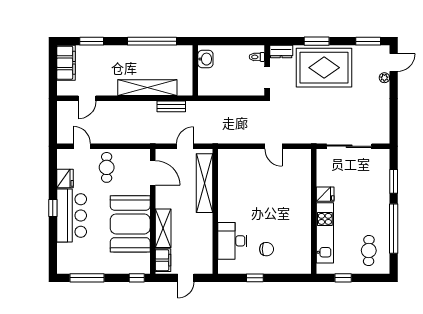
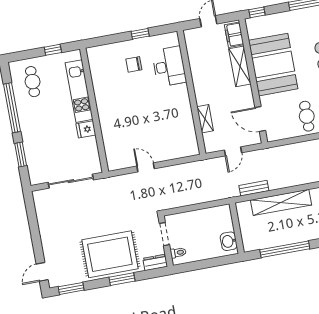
plant: (384, 78) -> (48, 255), removed
shelving: (205, 183) -> (205, 119), width x0.45, depth x0.75

